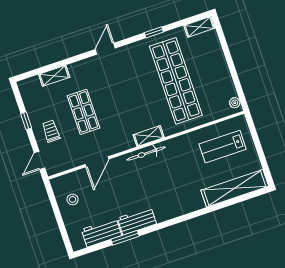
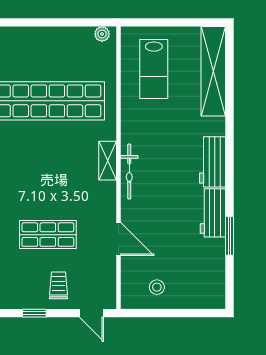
trolley: (51, 131) -> (59, 285), turned 90
workbench: (102, 233) -> (213, 162), moved

